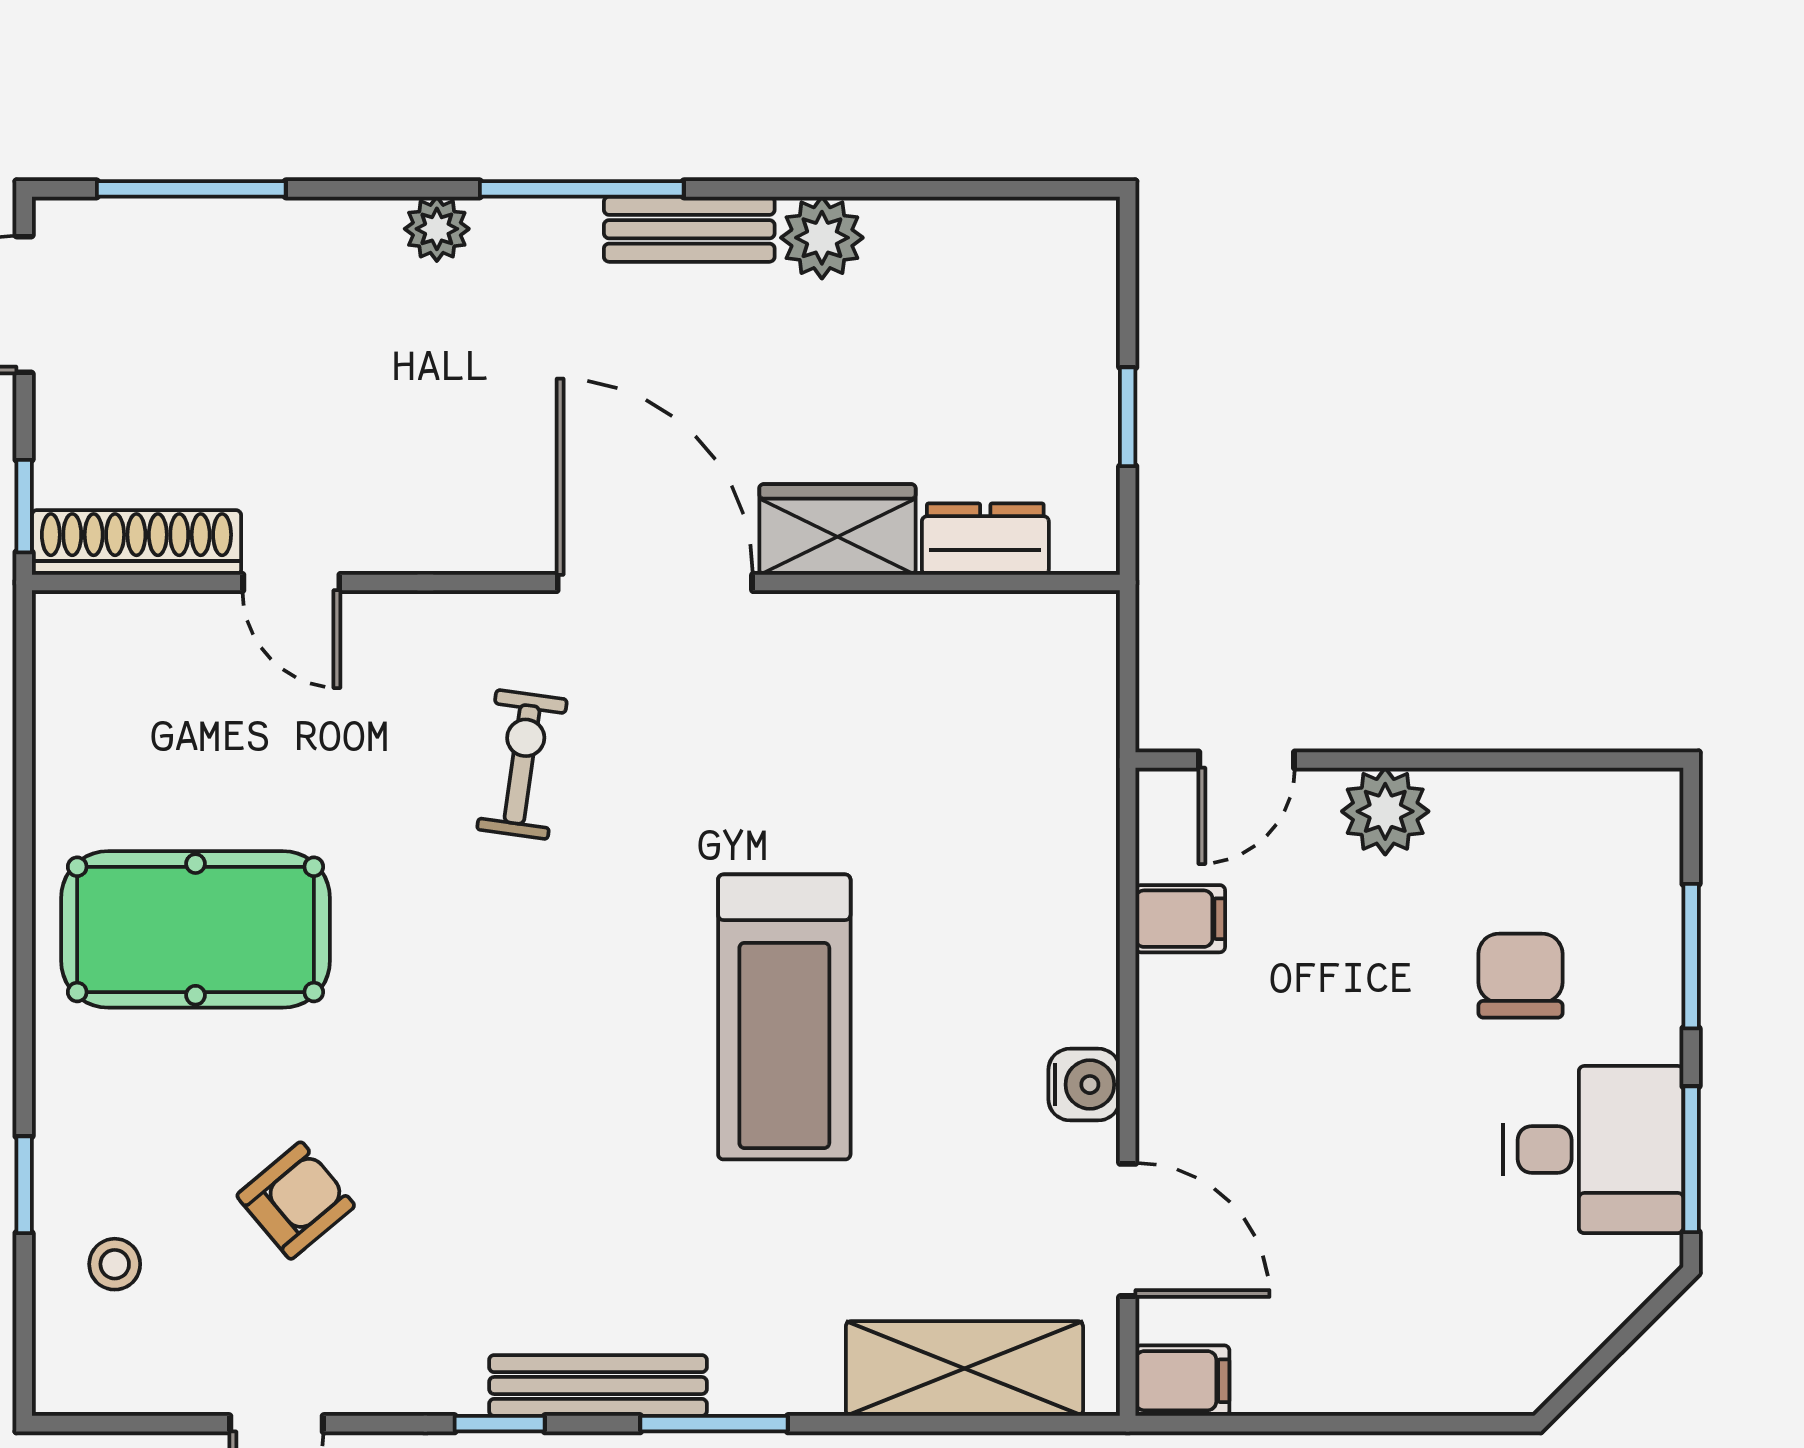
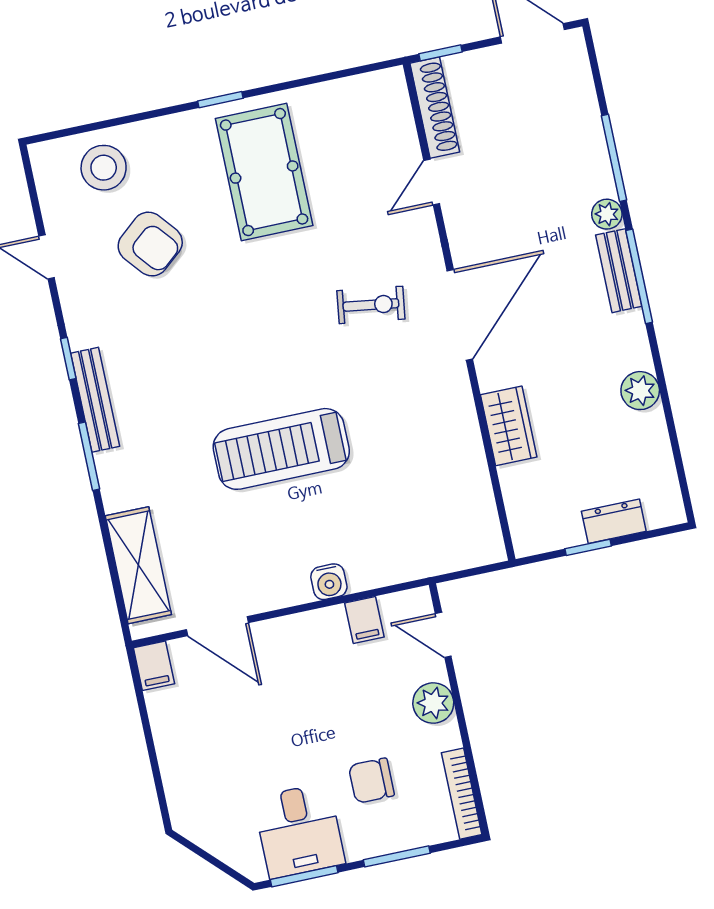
window: (191, 189) -> (614, 158), moved
bench: (689, 229) -> (619, 271), moved
dresser: (985, 539) -> (614, 521), moved, turned -90
door: (655, 582) -> (460, 315), moved
bookcase: (1588, 792) -> (462, 794), added
chair: (1520, 976) -> (371, 781), turned 180
water cooler: (1084, 1085) -> (329, 582), moved
window: (24, 1185) -> (220, 100), moved
armchair: (296, 1201) -> (150, 244), width x1.38, depth x1.38
door: (1128, 1230) -> (217, 626), hinge flipped
stool: (115, 1264) -> (104, 168), width x1.89, depth x1.89

